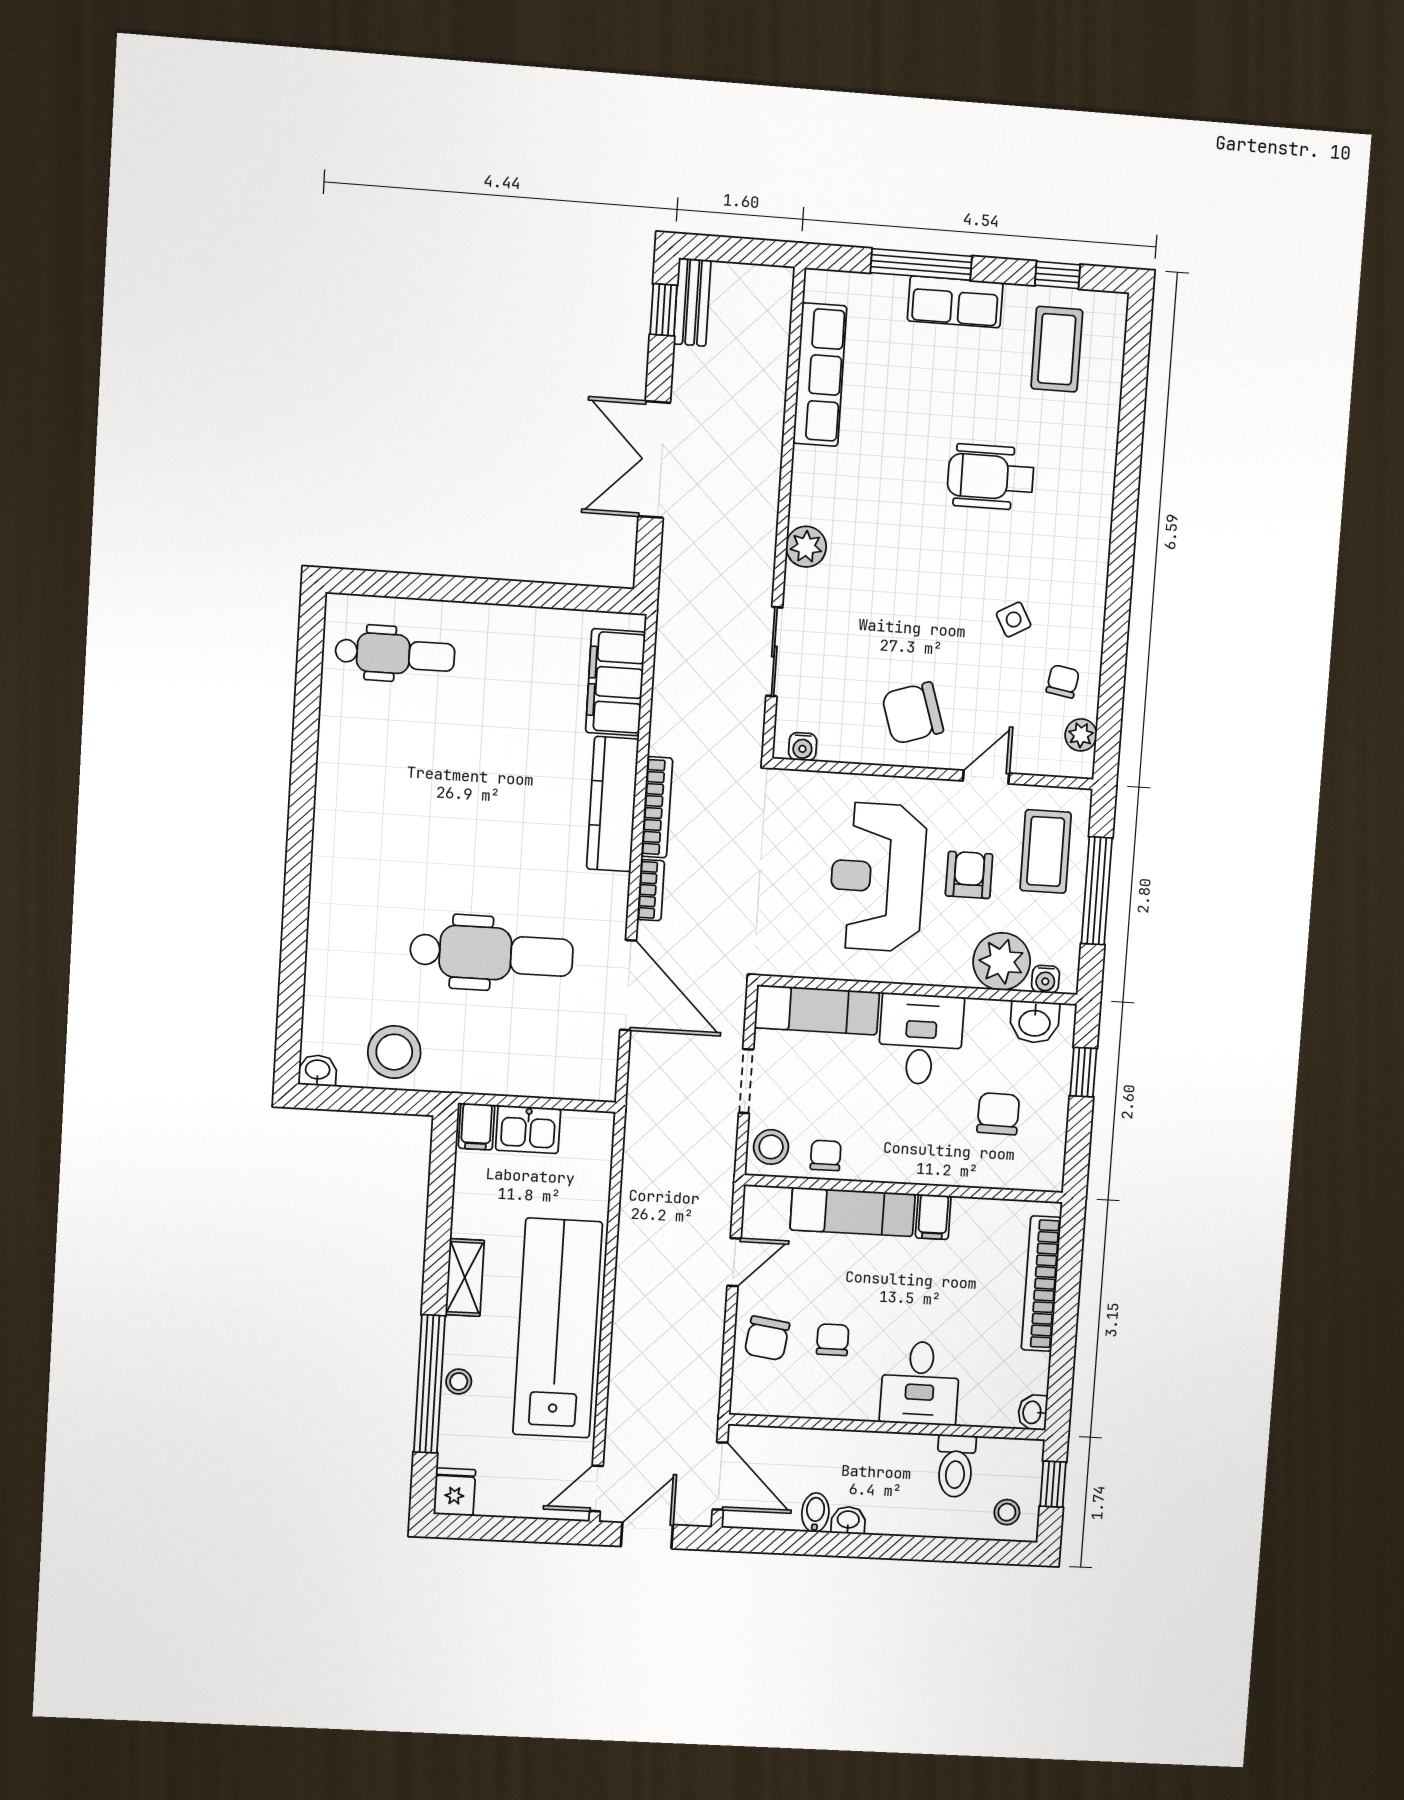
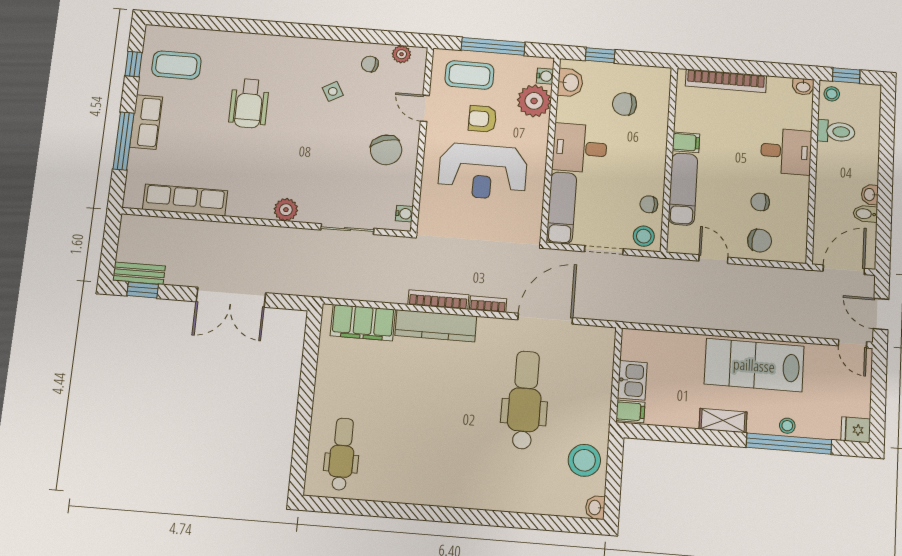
lab bench: (558, 1328) -> (754, 365), width x0.73
stool: (1007, 1512) -> (832, 94), moved

